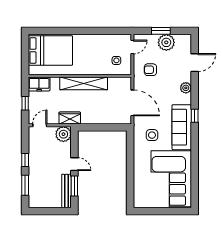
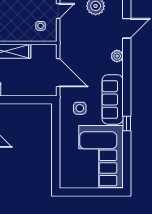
armchair: (150, 70) -> (78, 36), removed
window: (195, 116) -> (127, 124), moved

